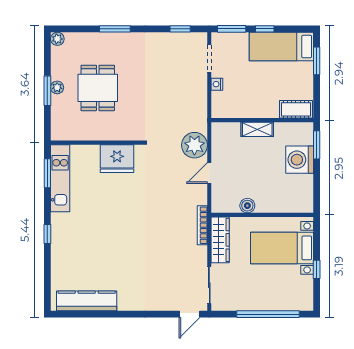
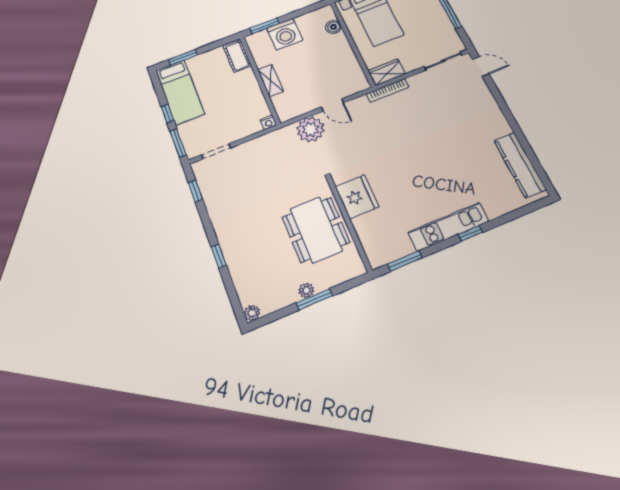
window: (115, 29) -> (219, 256), width x0.67
nightstand: (217, 84) -> (268, 122), moved
dining table: (98, 88) -> (316, 230), moved, width x1.38
kitchen unit: (60, 178) -> (448, 227), moved
boiler: (247, 206) -> (333, 27), moved
wardrobe: (220, 240) -> (387, 72), width x0.67

